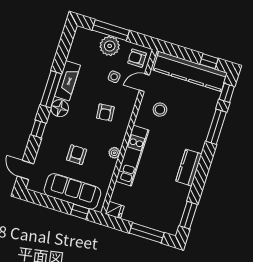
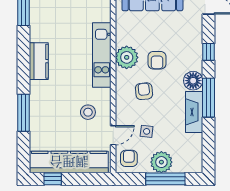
armchair: (137, 58) -> (129, 158), turned -90
window: (227, 93) -> (24, 152), removed
plant: (114, 153) -> (127, 57), width x1.88, depth x1.88
armchair: (77, 155) -> (157, 60), moved

